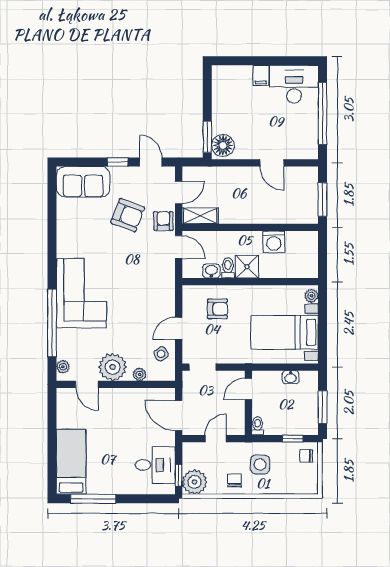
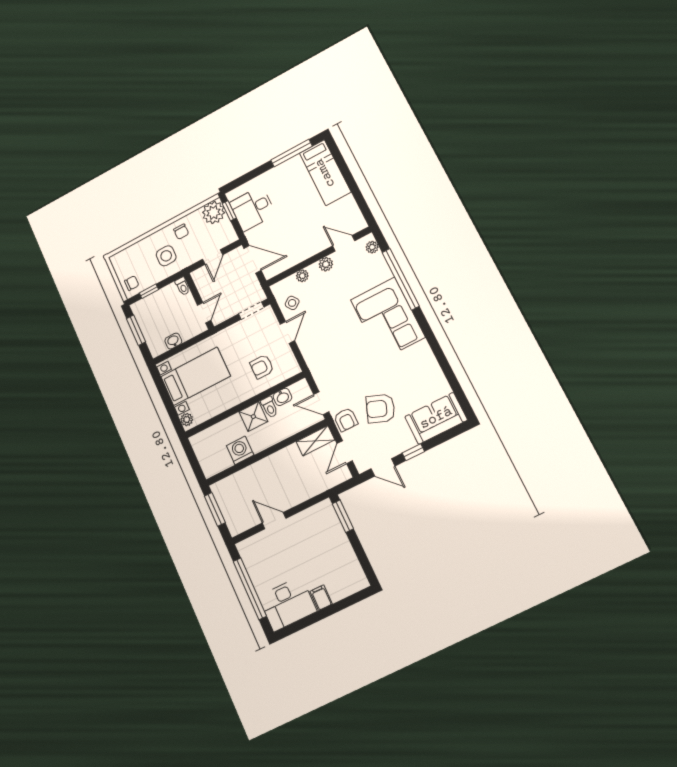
floor lamp: (223, 145) -> (325, 515), removed
plant: (113, 367) -> (326, 264), width x0.53, depth x0.53

